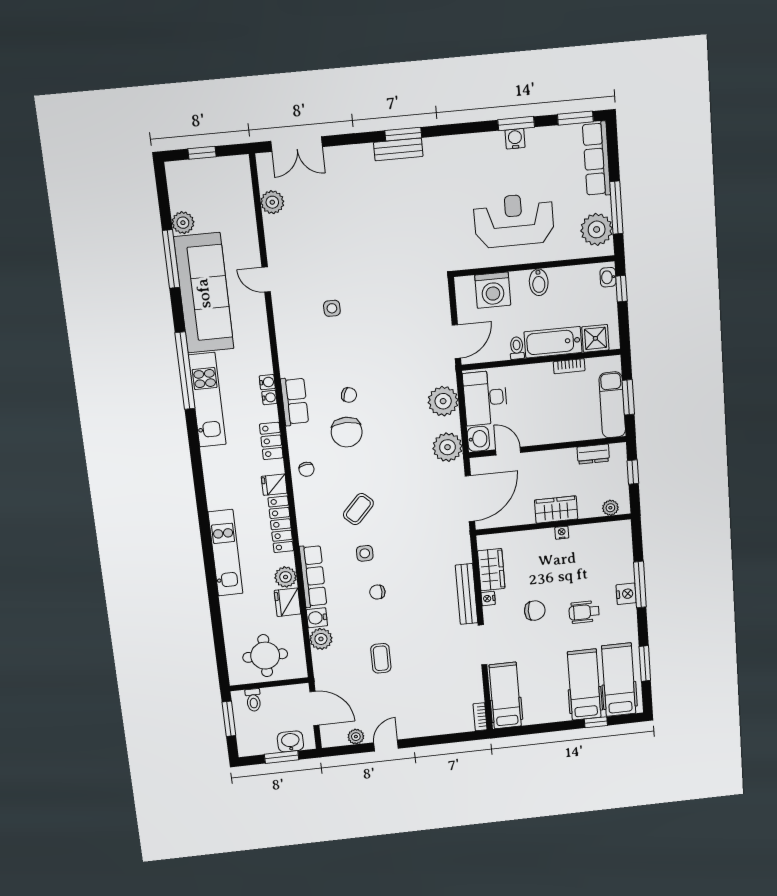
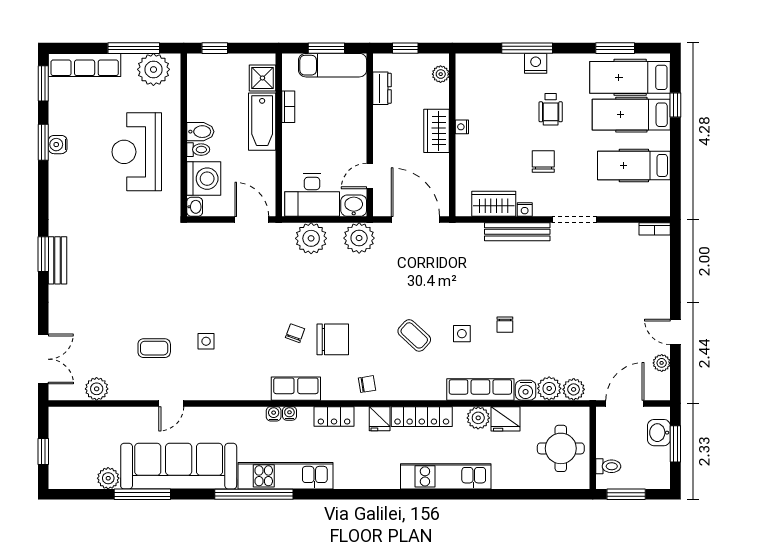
washbasin: (608, 277) -> (195, 207), moved, turned -90
toilet: (517, 348) -> (198, 150), moved, turned 180
coffee table: (381, 658) -> (154, 348), moved
plant: (322, 661) -> (574, 389), added
hospital bed: (505, 695) -> (634, 165), moved

